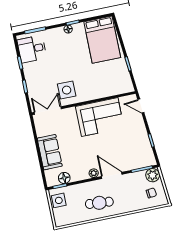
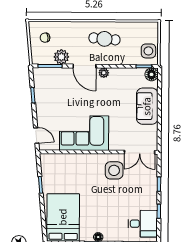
plant: (153, 175) -> (61, 57), moved
floor lamp: (64, 178) -> (152, 74), moved

